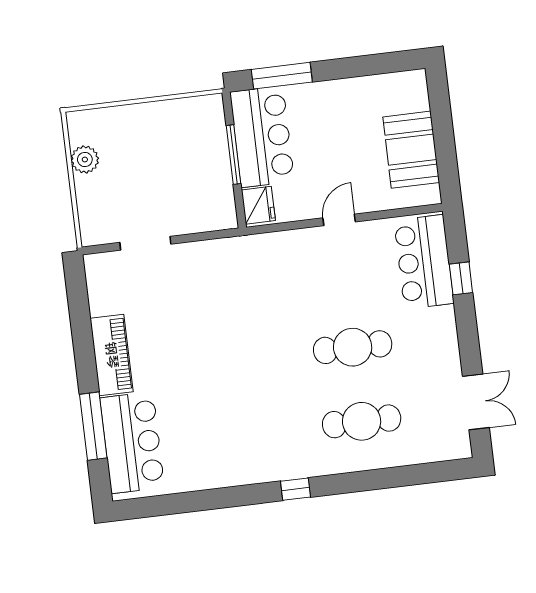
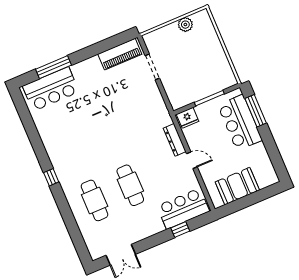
bar counter: (262, 137) -> (240, 123), moved, turned 90
dresser: (292, 241) -> (175, 140), added
piano: (112, 355) -> (120, 54), moved

